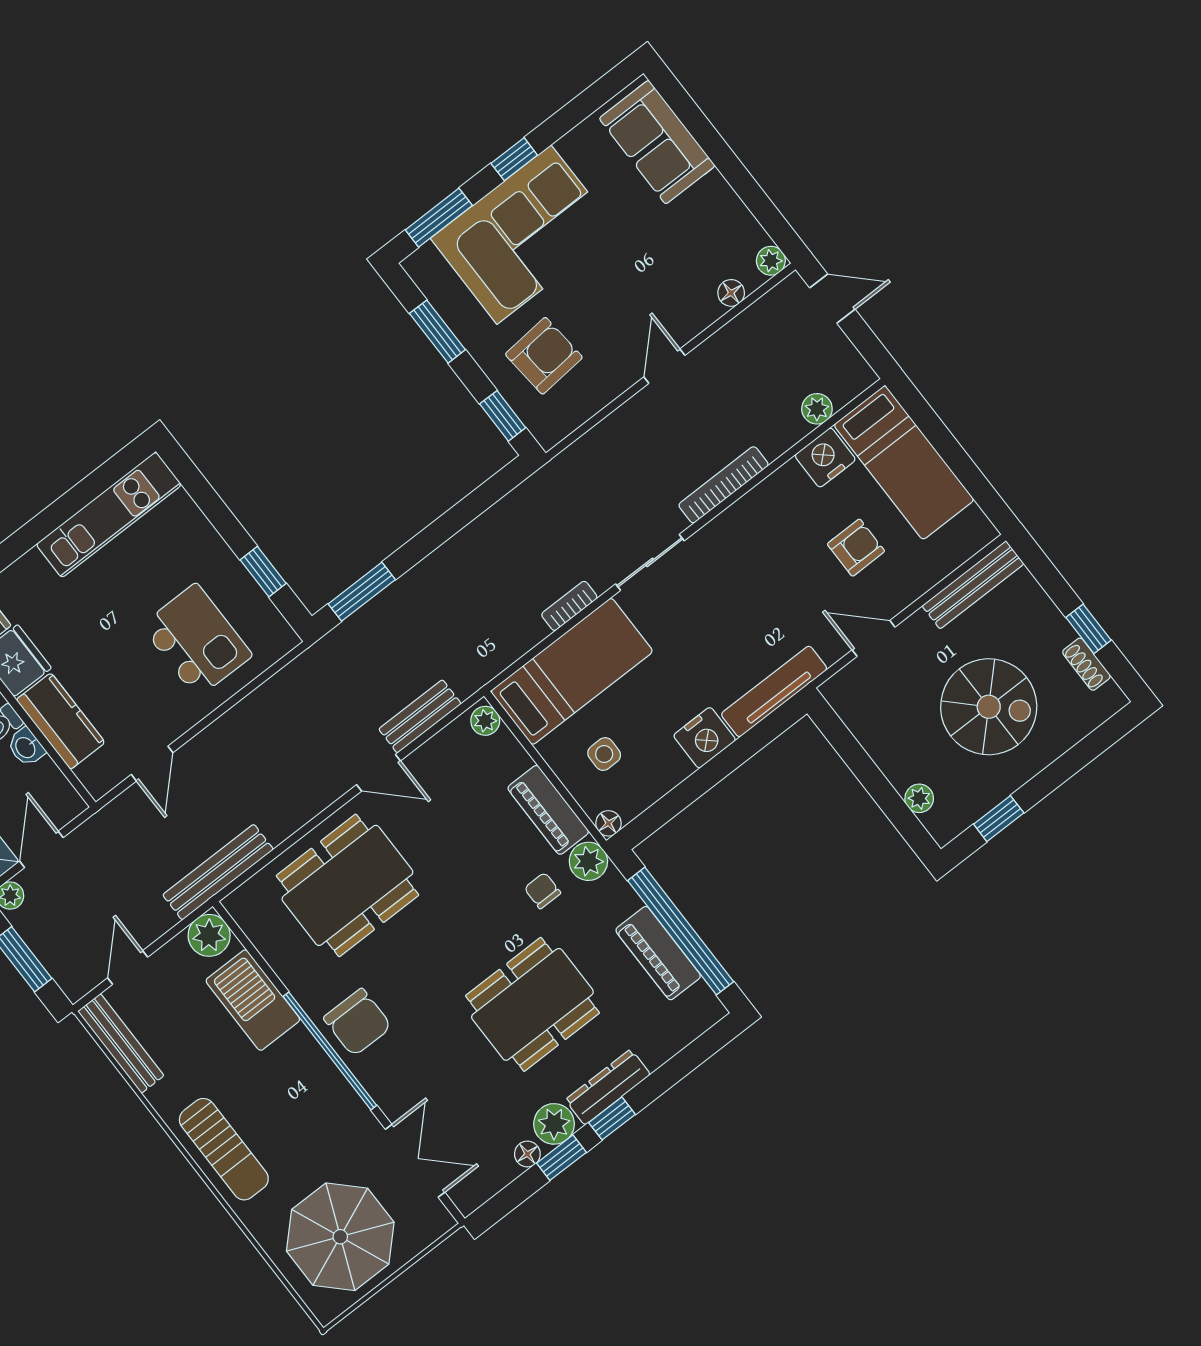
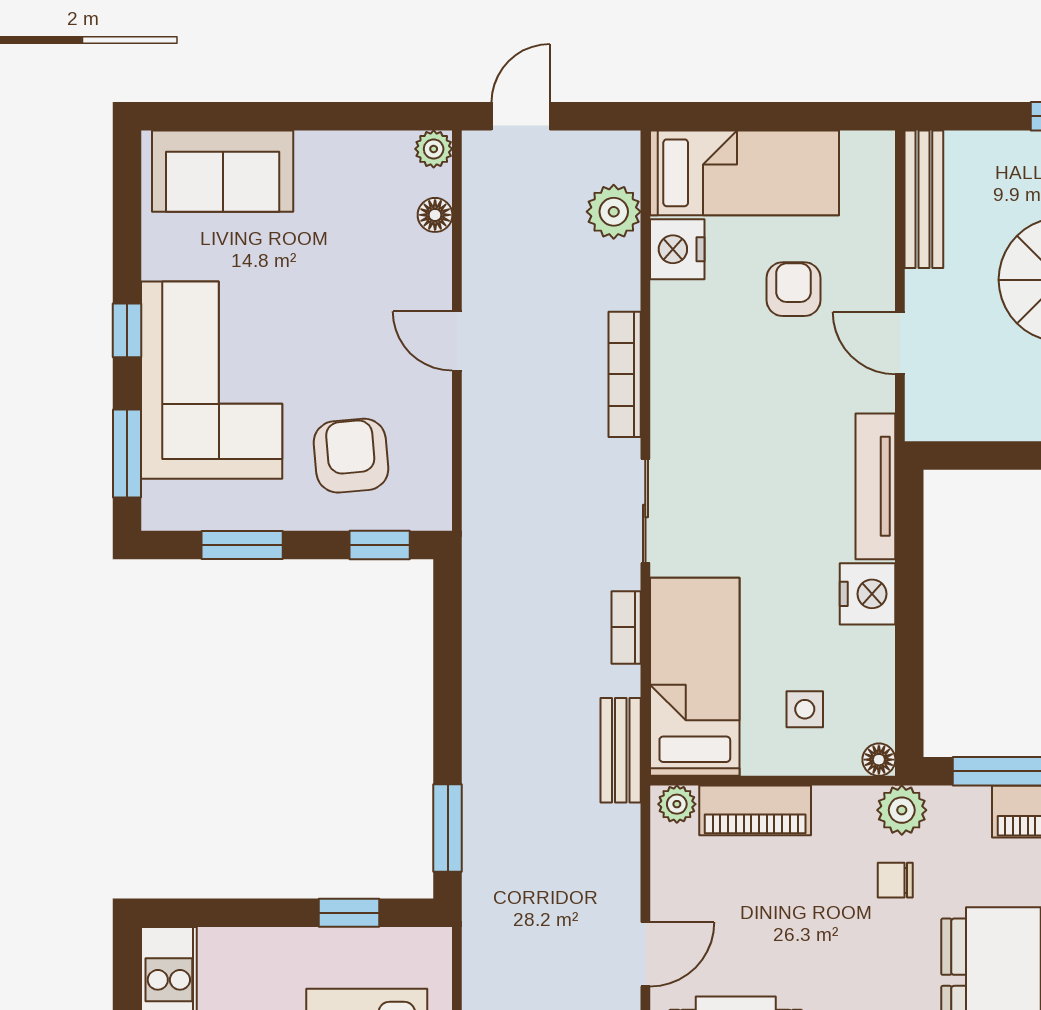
plant: (817, 409) -> (614, 212), width x1.38, depth x1.38
door: (873, 638) -> (900, 343), hinge flipped
bench: (420, 716) -> (621, 750), moved
piano: (548, 810) -> (755, 810), moved

